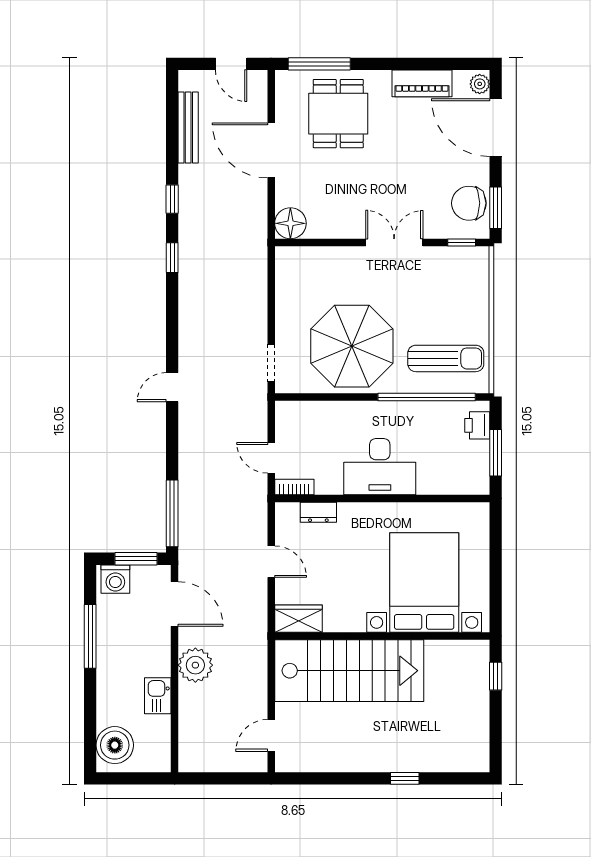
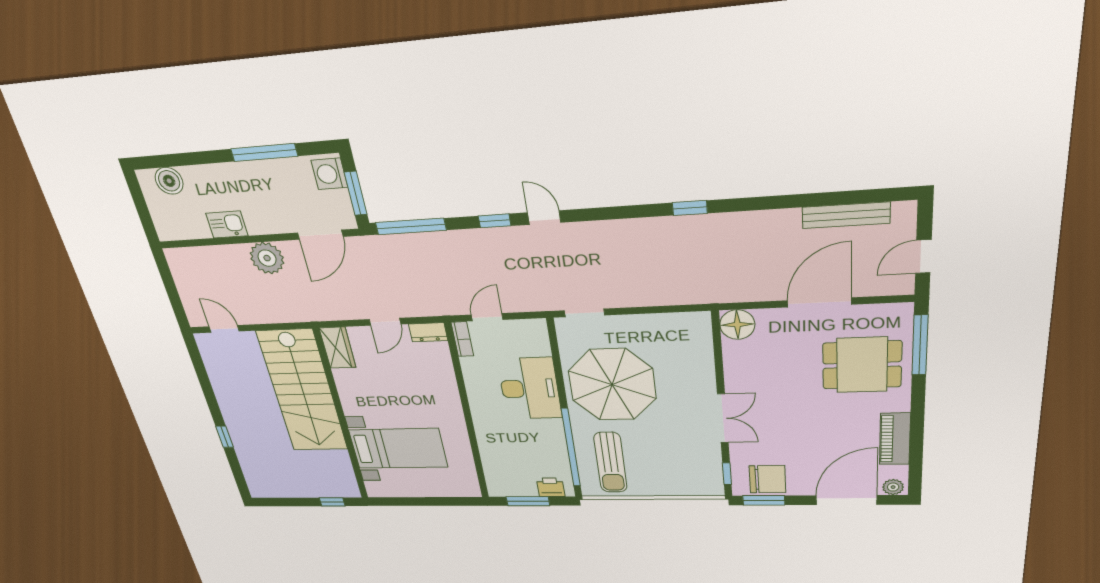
window: (172, 199) -> (495, 221), moved
chair: (469, 203) -> (767, 479), turned 90
desk: (380, 467) -> (530, 389), moved, turned 180
dresser: (318, 512) -> (428, 332), moved, turned -90
bed with nightstands: (424, 583) -> (398, 448), width x0.73
boiler: (115, 745) -> (169, 181), width x0.73, depth x0.73

